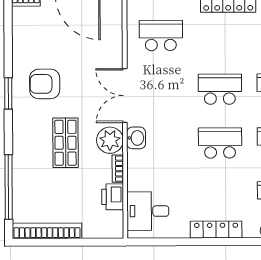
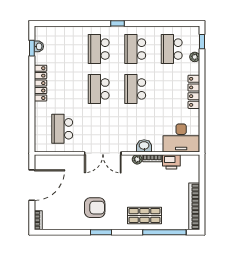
armchair: (45, 84) -> (95, 208), turned -90
washbasin: (136, 138) -> (144, 146), moved
plant: (110, 140) -> (137, 159), width x0.53, depth x0.53
shop shelf: (65, 143) -> (145, 215), moved
desk: (148, 211) -> (181, 138), width x1.37

